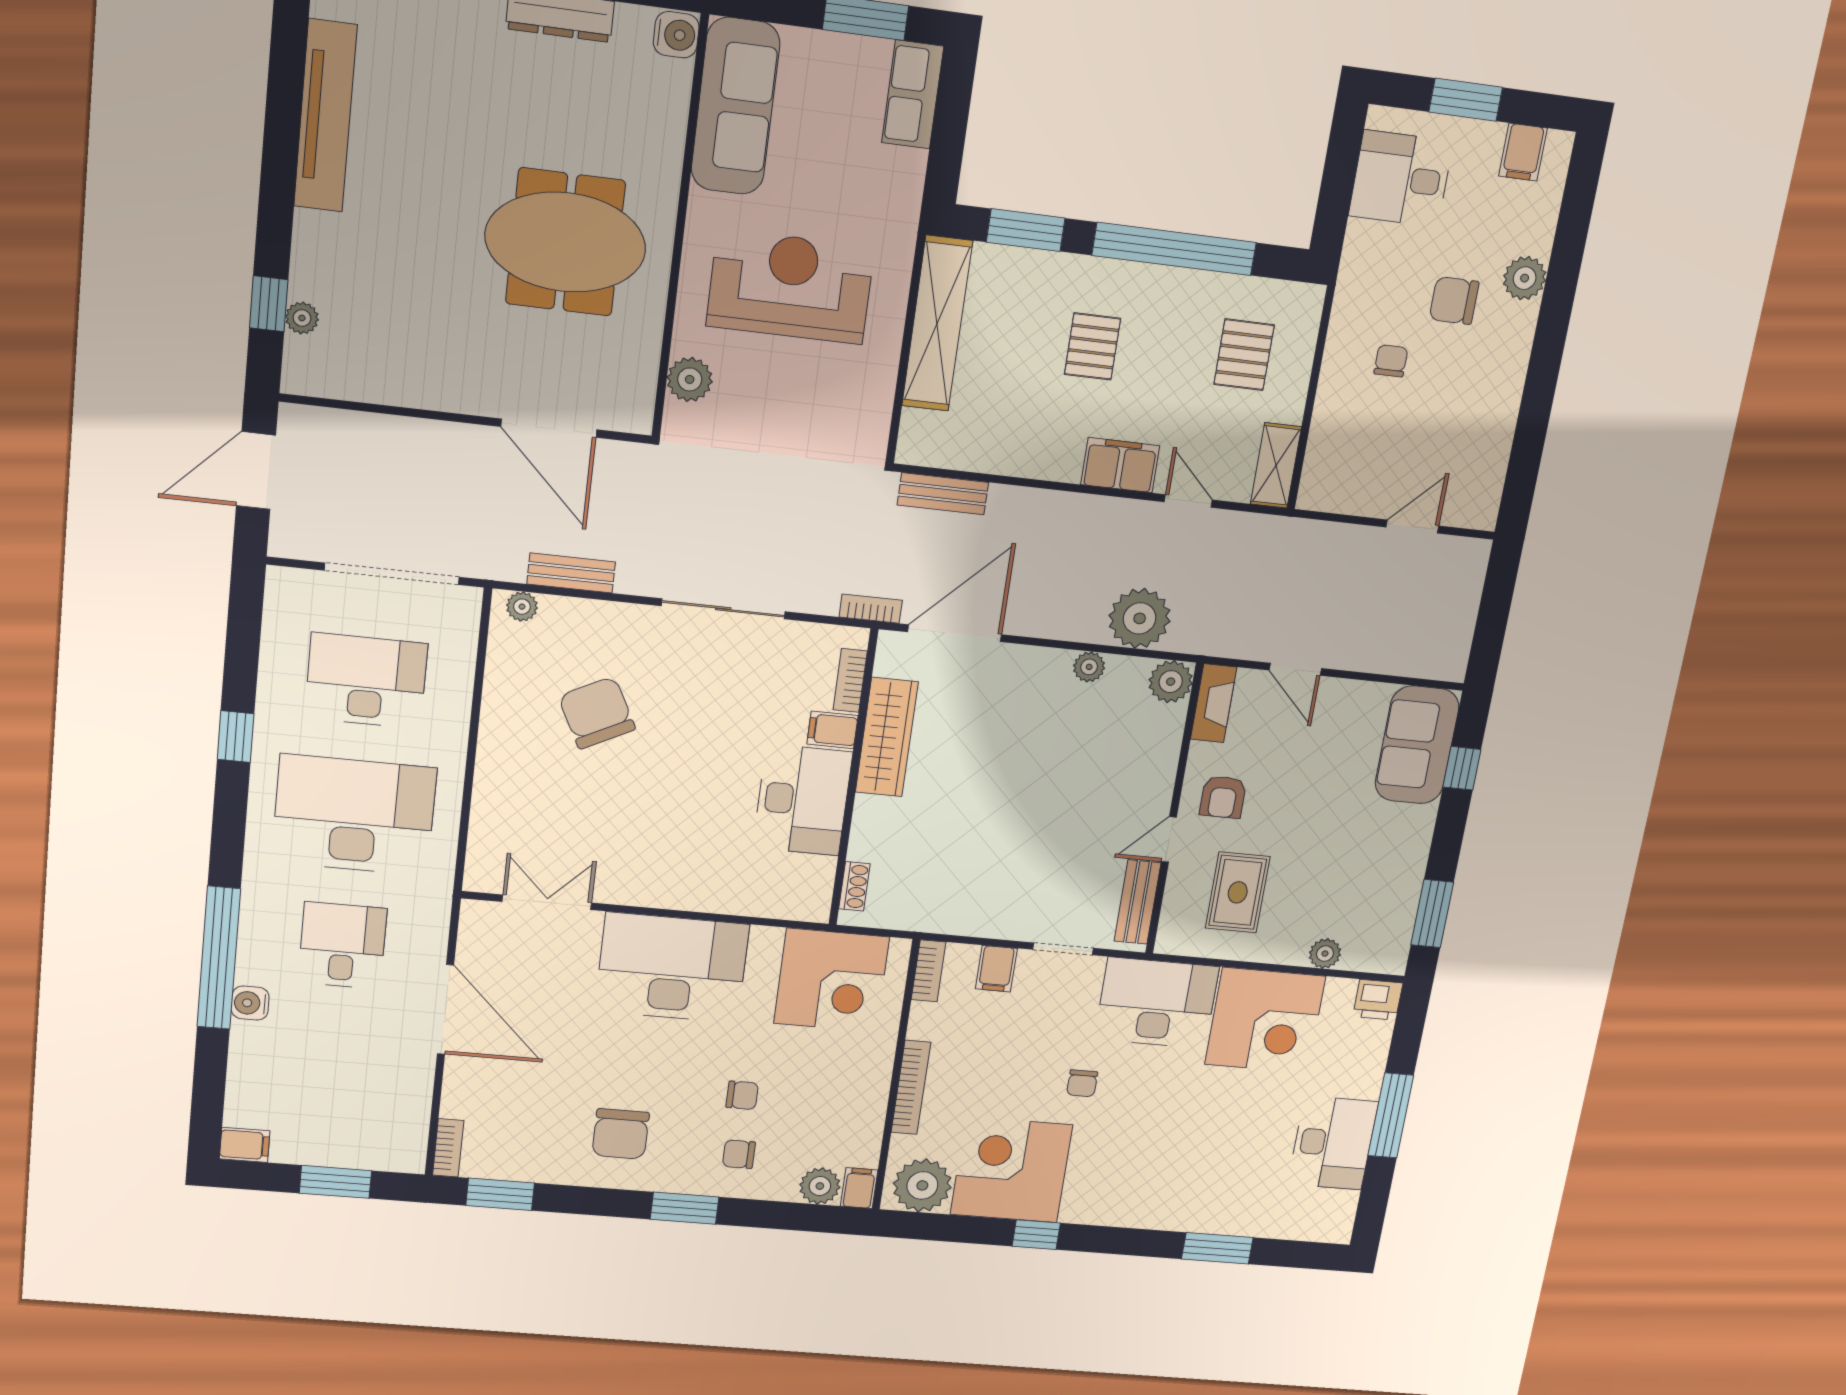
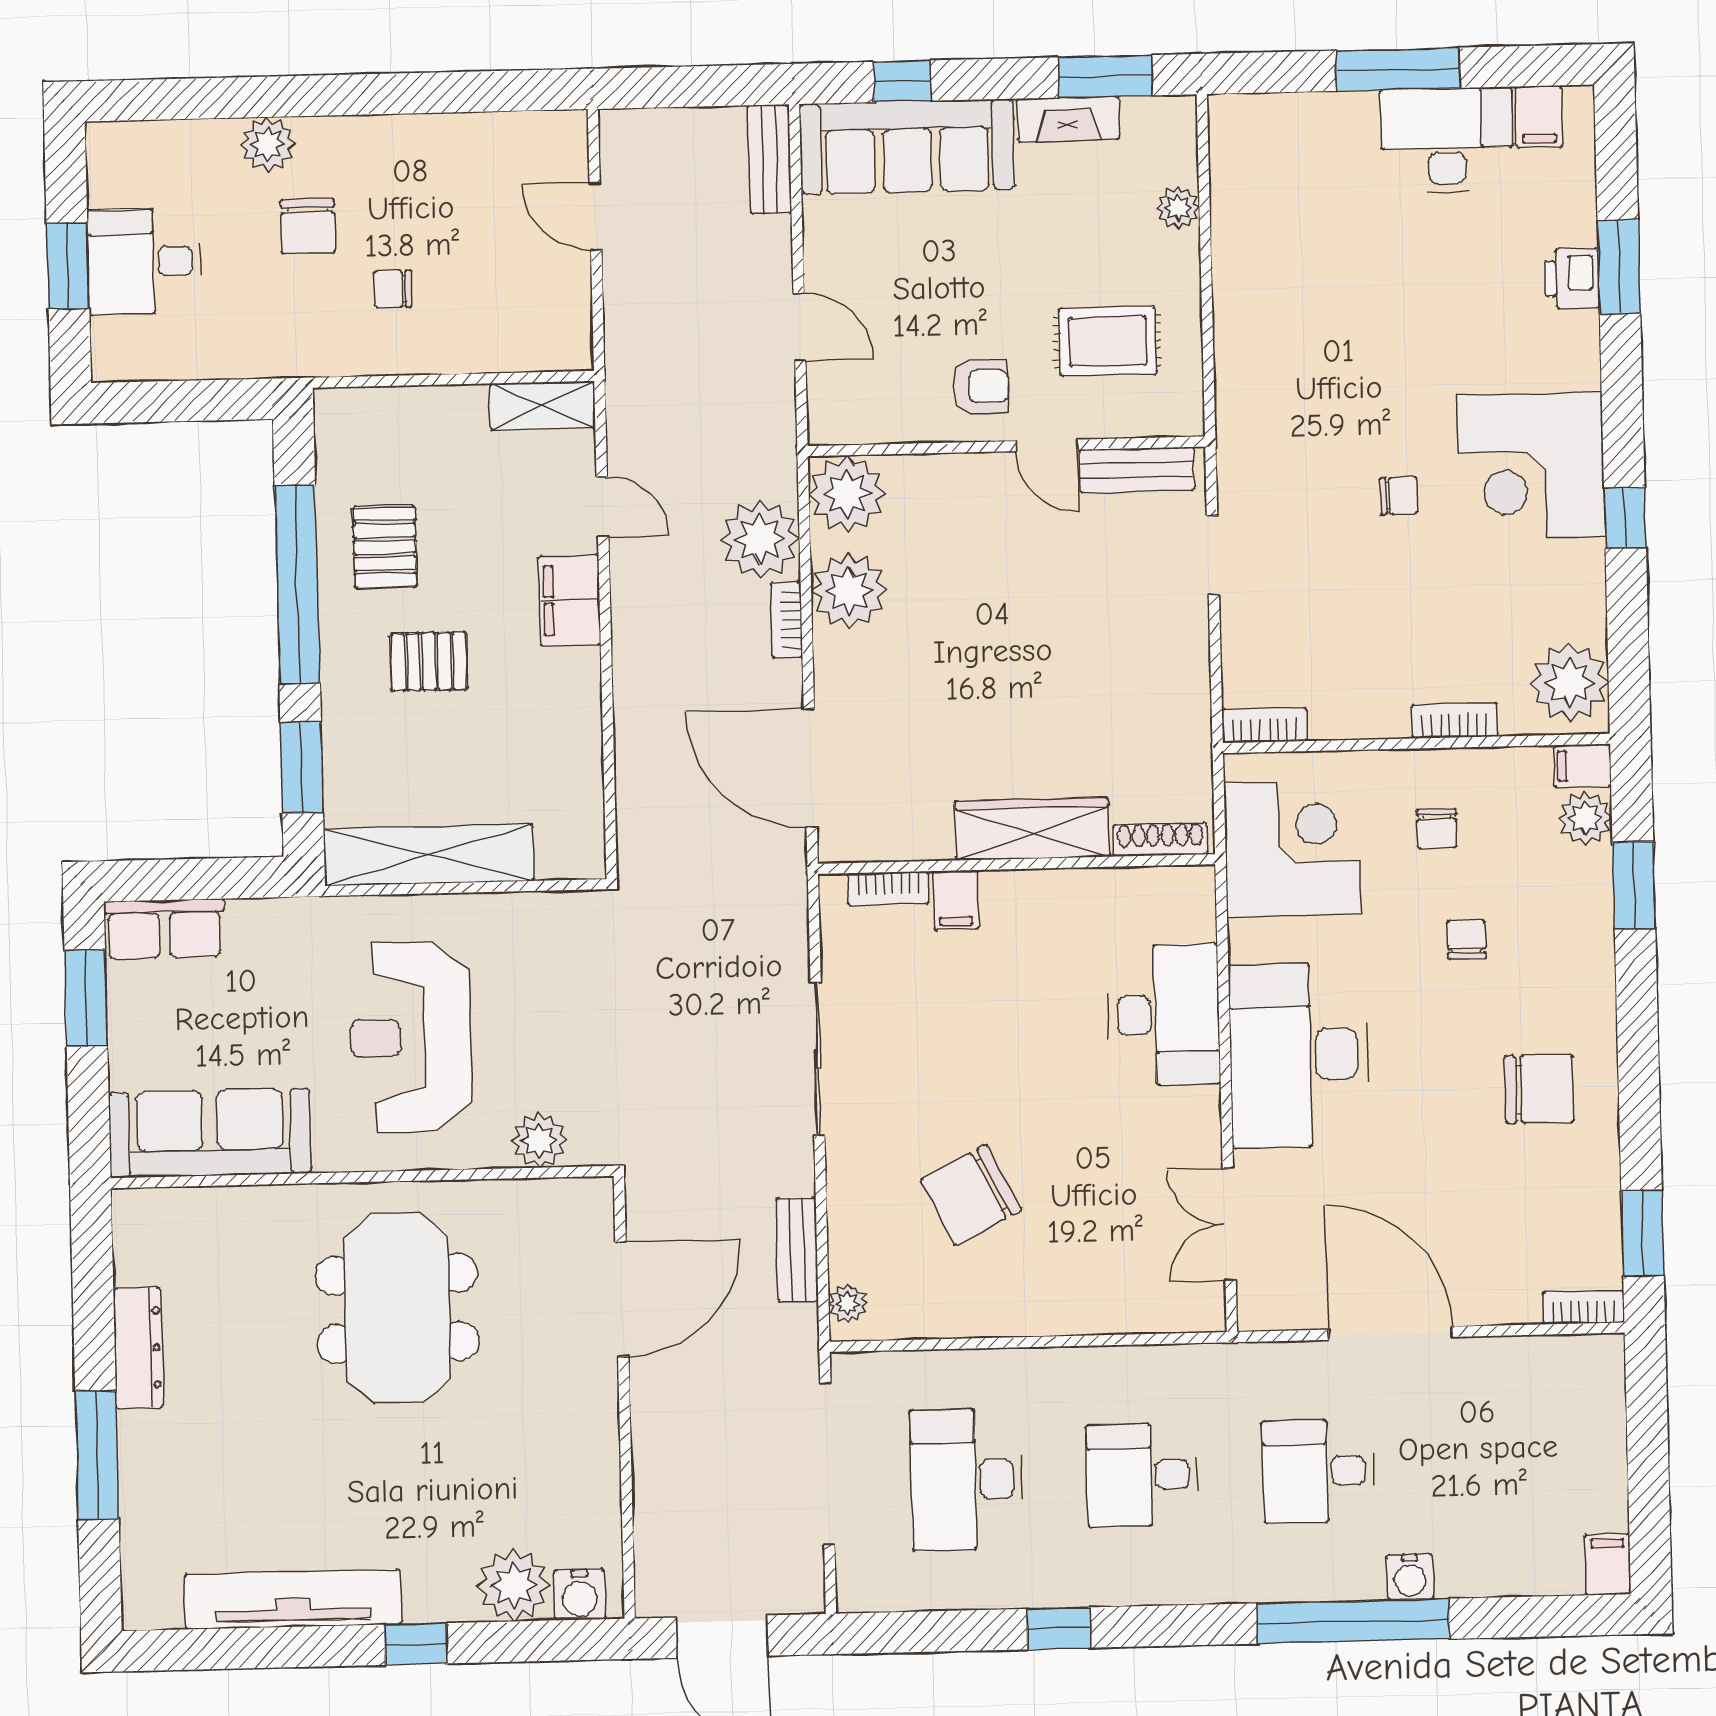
water cooler: (676, 35) -> (580, 1595), moved, turned 180
filing cabinet: (1523, 152) -> (118, 181), removed
desk: (1401, 179) -> (145, 261), moved, turned 90
window: (269, 304) -> (416, 1644), moved
plant: (302, 318) -> (514, 1585), width x1.88, depth x1.88
pallet: (1244, 355) -> (385, 547), moved, turned 90
bench: (943, 494) -> (770, 159), moved
door: (1188, 501) -> (603, 507), swing flipped
bookcase: (871, 609) -> (787, 620), moved
plant: (1089, 667) -> (849, 591), width x1.87, depth x1.87
door: (1295, 669) -> (800, 327), hinge flipped
plant: (1171, 682) -> (847, 494), width x1.36, depth x1.36
fireplace: (1214, 703) -> (1068, 119), moved, turned 180
wardrobe: (887, 737) -> (1032, 829), moved
sofa: (1417, 745) -> (907, 147), width x1.36
desk: (802, 800) -> (1164, 1015), moved, turned 90
desk: (354, 815) -> (1142, 1475), width x0.53, depth x0.77
shoe rack: (854, 886) -> (1160, 840), width x1.43
filing cabinet: (996, 969) -> (1539, 117), moved, turned 90
printer: (1378, 1000) -> (1572, 278), moved, turned 180
desk: (1157, 1003) -> (1274, 418), removed
door: (445, 1009) -> (1390, 1333), hinge flipped
corner desk: (1265, 1020) -> (1281, 268), removed
bookcase: (911, 1087) -> (1454, 720), width x0.64
chair: (739, 1154) -> (1437, 829), moved
corner desk: (1011, 1170) -> (1531, 466), moved
window: (335, 1182) -> (1648, 1445), removed
window: (685, 1208) -> (1634, 885), moved

